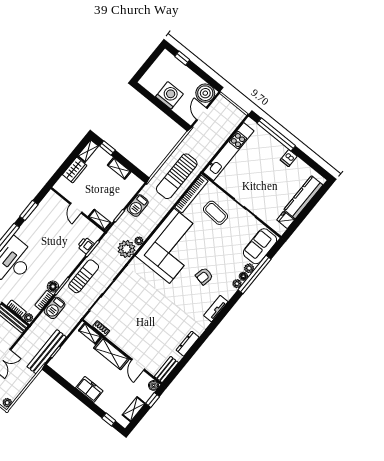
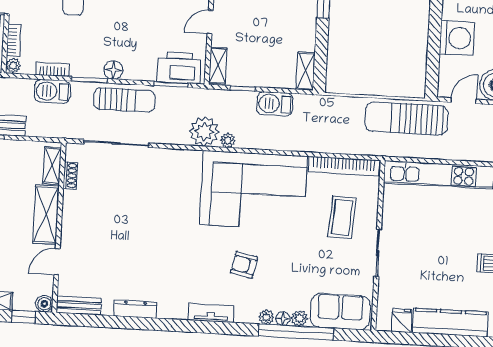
shelving: (119, 168) -> (306, 71), moved
sun lounger: (177, 176) -> (407, 119), moved
printer: (86, 245) -> (179, 68), width x1.87, depth x1.48
floor lamp: (53, 287) -> (113, 70), moved

